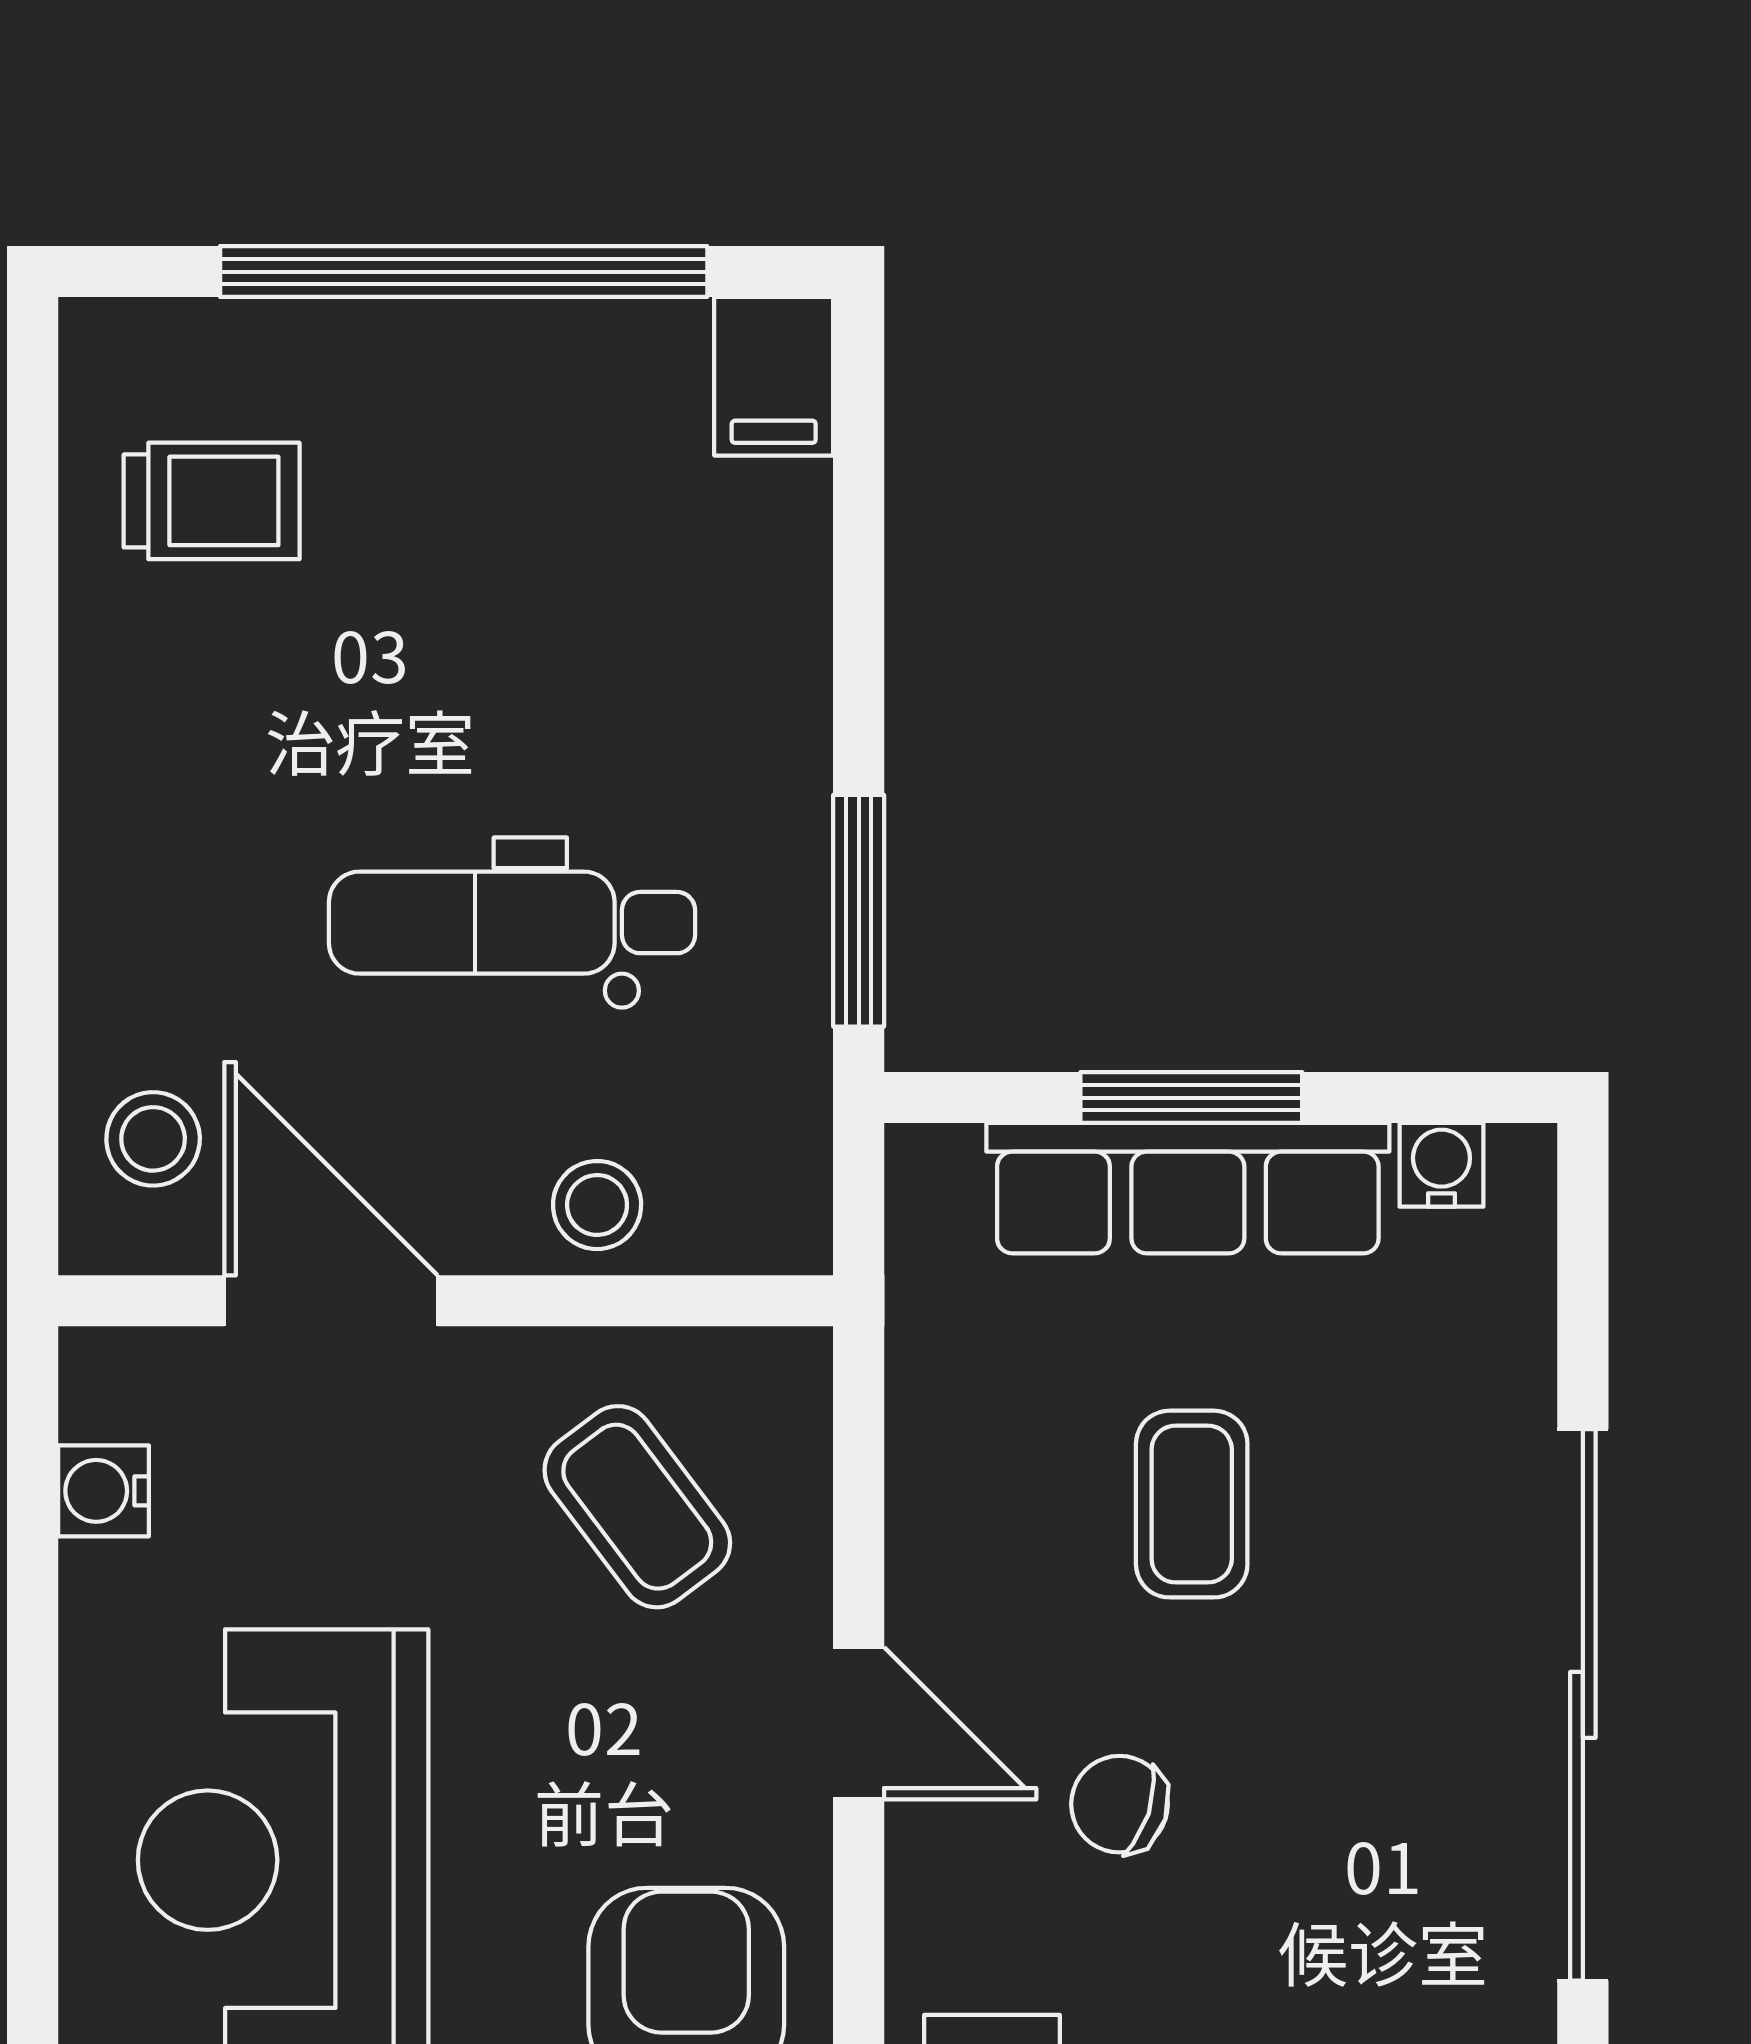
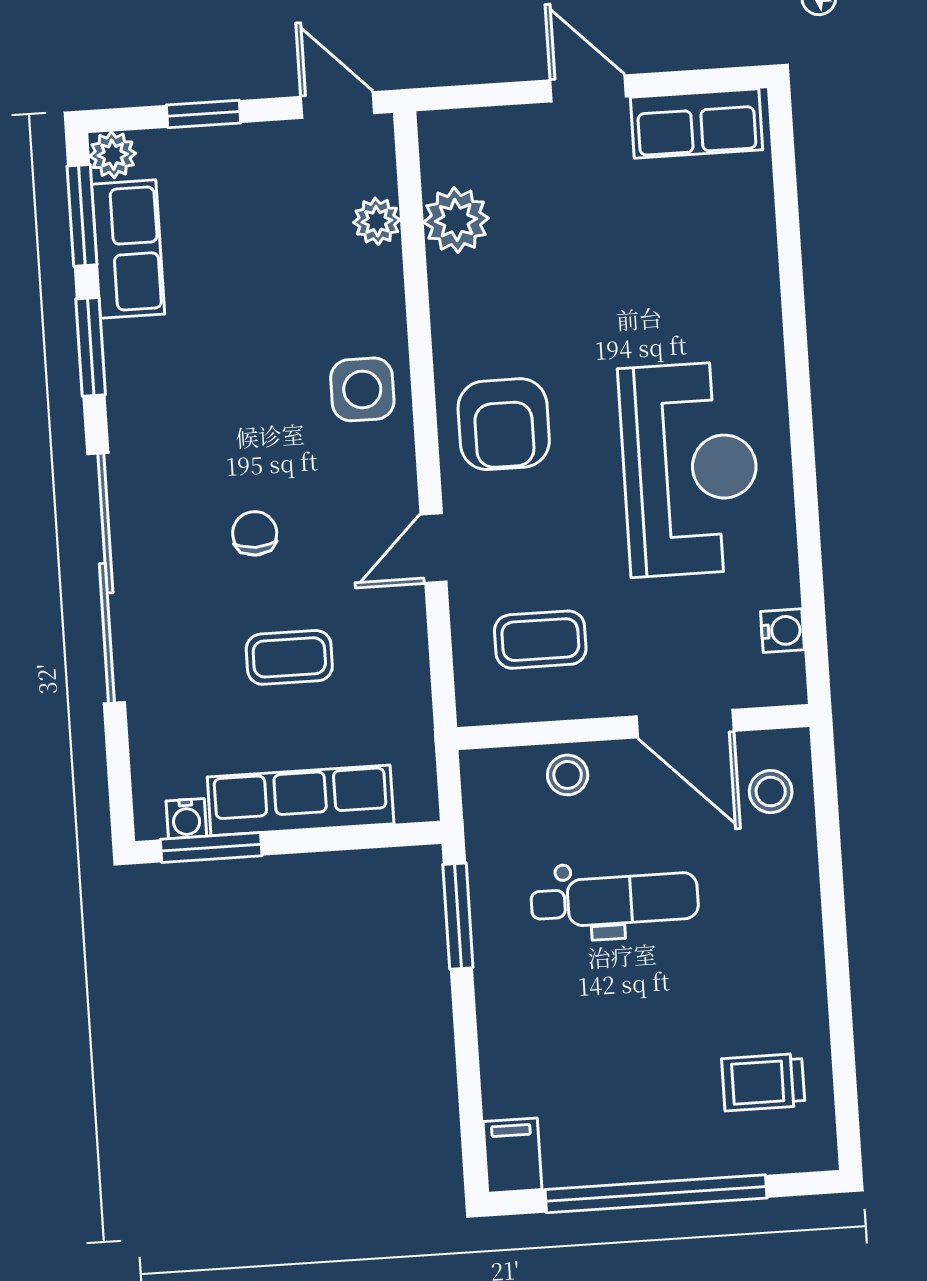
window: (1191, 1098) -> (211, 848), moved
coffee table: (1192, 1504) -> (289, 657), turned 90
coffee table: (637, 1507) -> (540, 640), turned -53
door: (859, 1723) -> (434, 548), hinge flipped
chair: (1120, 1804) -> (255, 533), moved, turned -108

